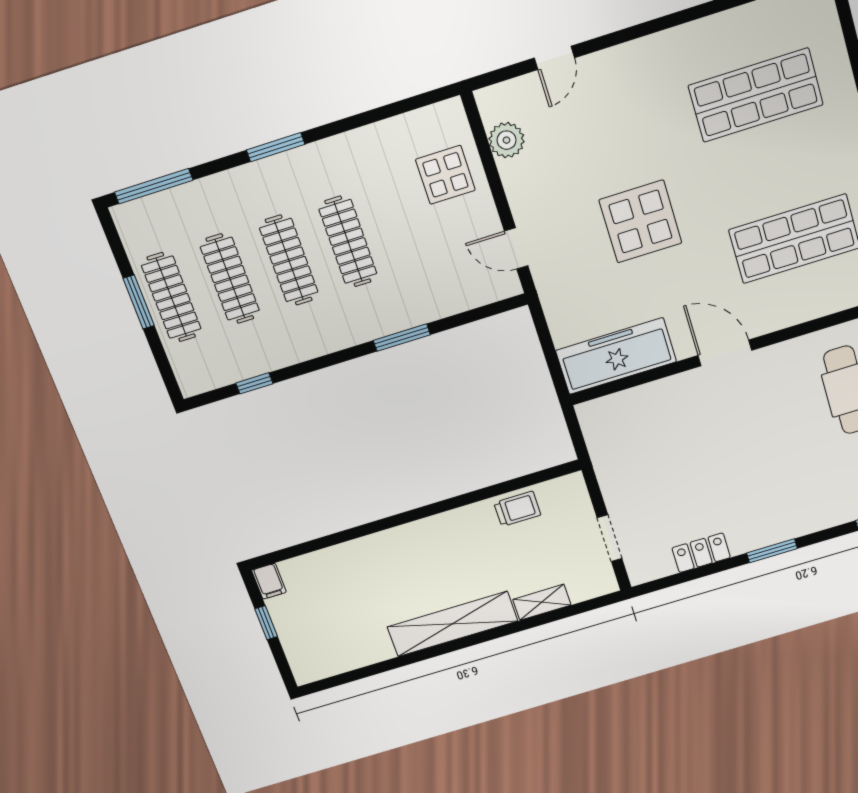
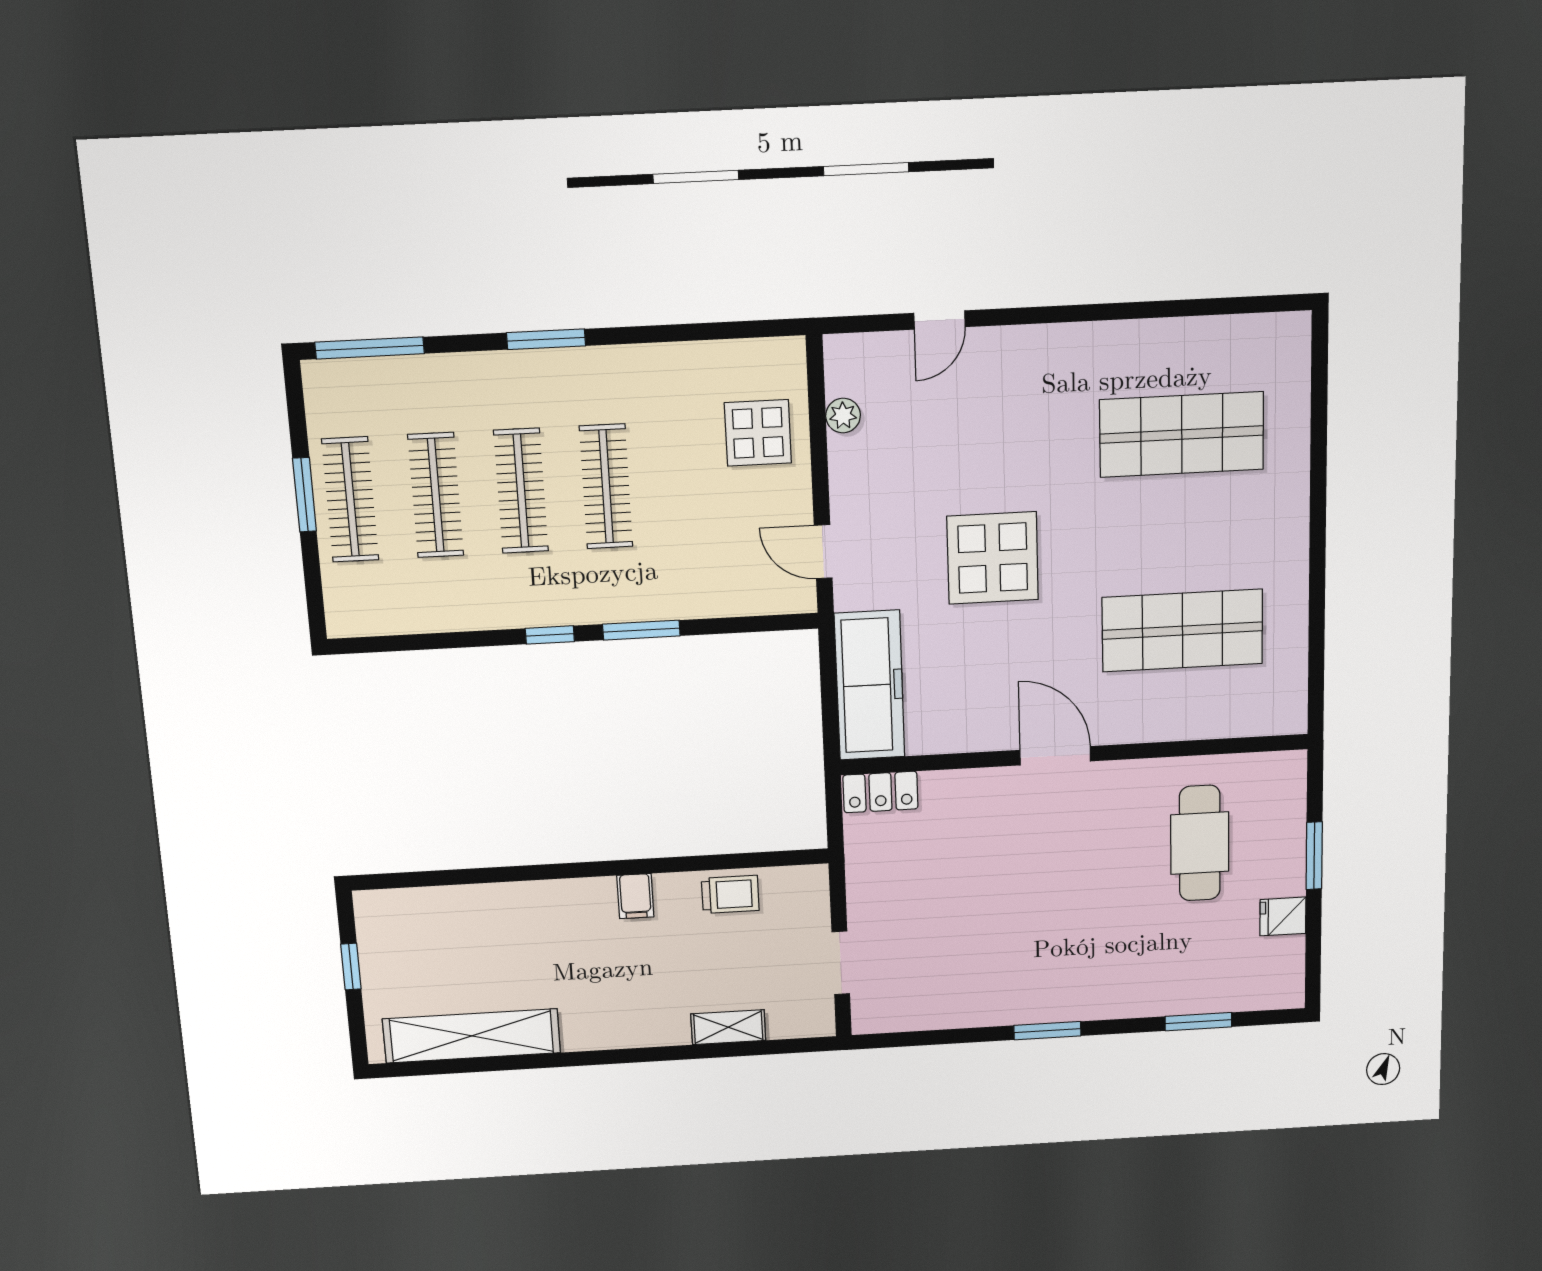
plant: (507, 140) -> (843, 416), width x0.73, depth x0.73
freezer: (616, 356) -> (870, 685), moved, turned 90
window: (254, 383) -> (550, 635), moved
locker: (701, 553) -> (880, 792), moved, turned 180
filing cabinet: (269, 581) -> (635, 896), moved
shelving: (452, 624) -> (472, 1036), moved

